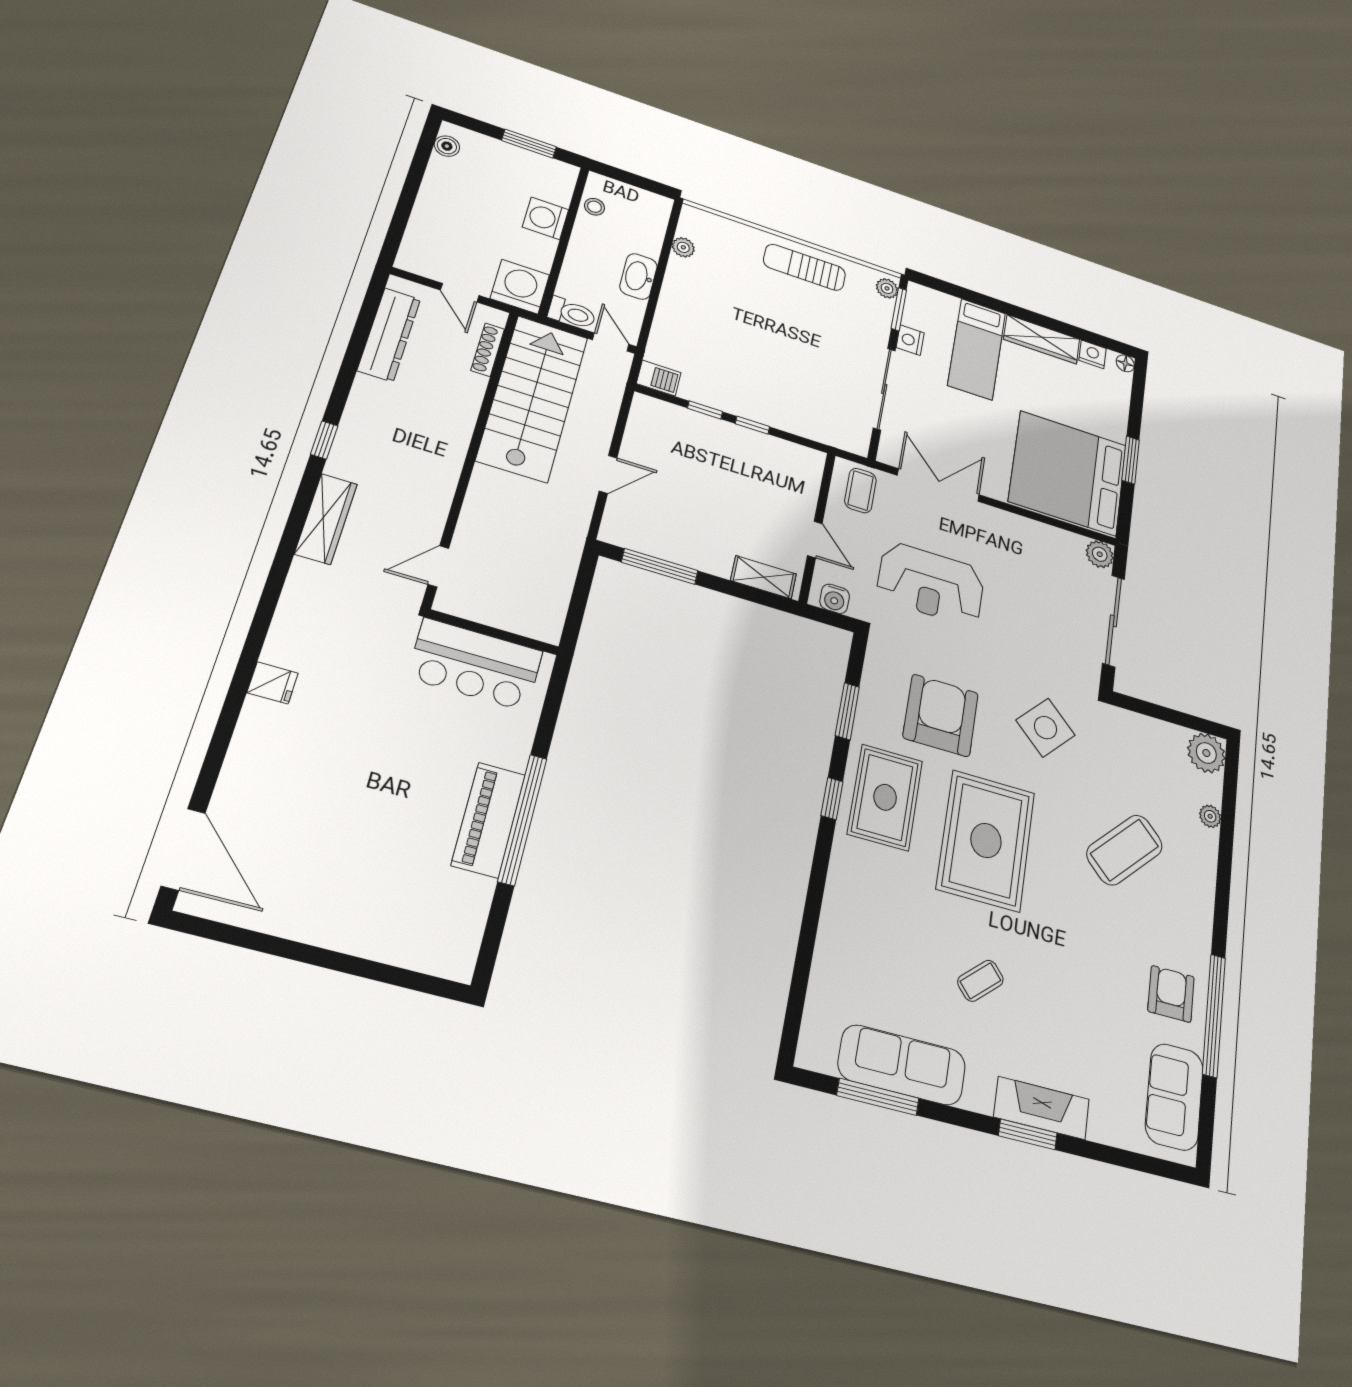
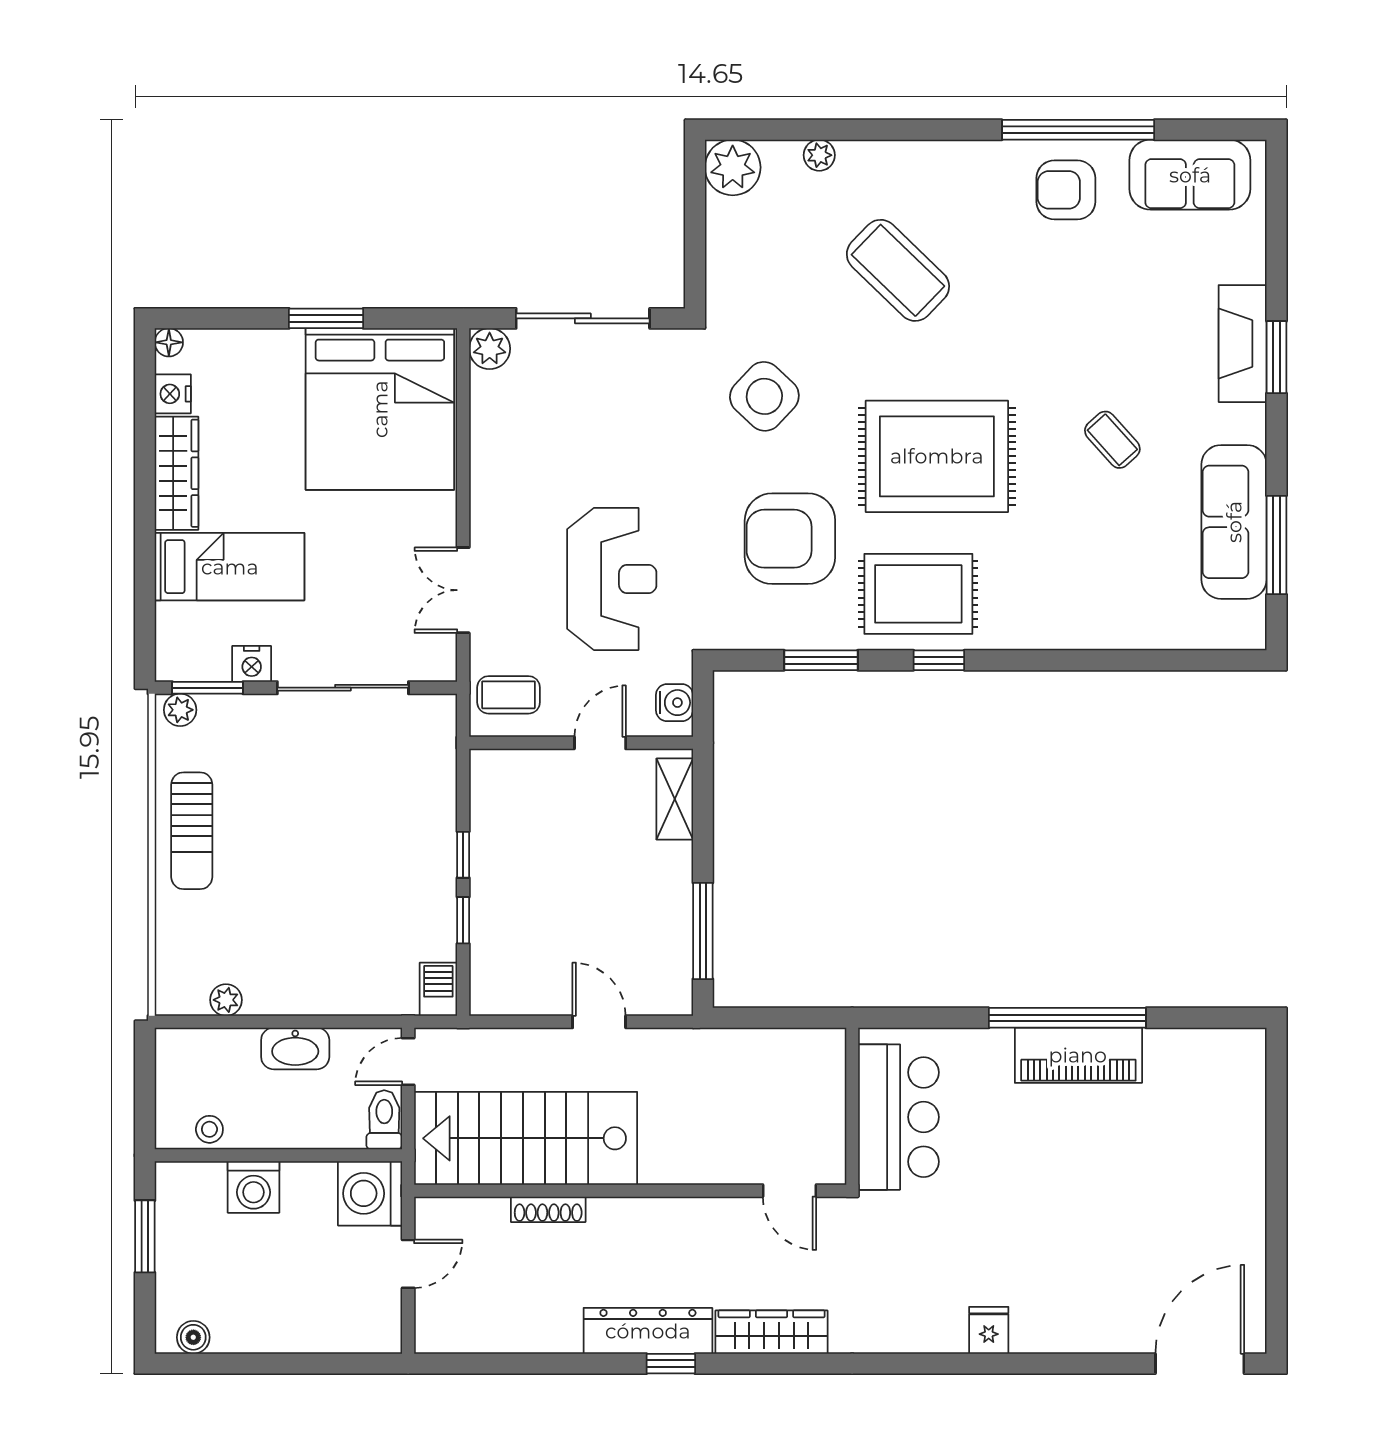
dresser: (389, 335) -> (648, 1331), moved
shoe rack: (488, 350) -> (548, 1209), moved
double door: (938, 485) -> (463, 590), width x0.73

